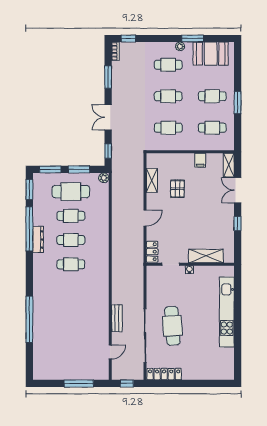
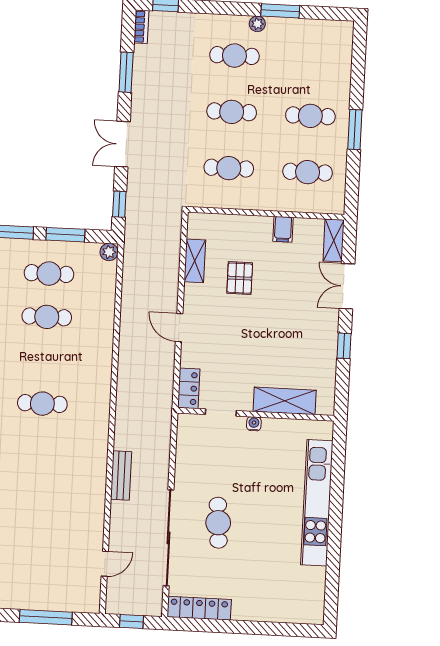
booth: (211, 54) -> (311, 40), removed
cafe table: (71, 192) -> (49, 274), width x0.73, depth x0.74
door: (145, 218) -> (179, 328), swing flipped
cafe table: (71, 240) -> (45, 360), removed
bench: (117, 318) -> (121, 476), moved
cafe table: (172, 326) -> (218, 523), width x0.73, depth x0.74

